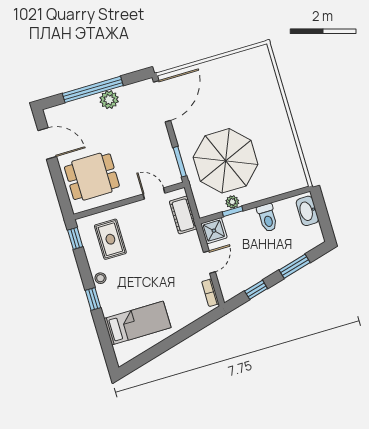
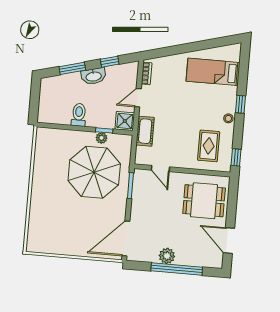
washbasin: (307, 211) -> (94, 76), moved, turned 75
cot: (183, 215) -> (145, 131), moved

